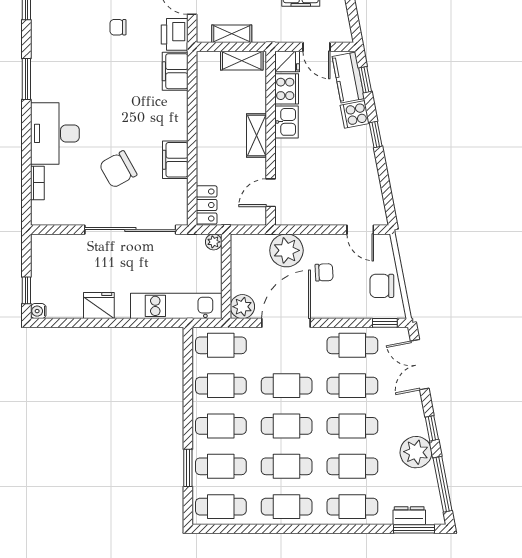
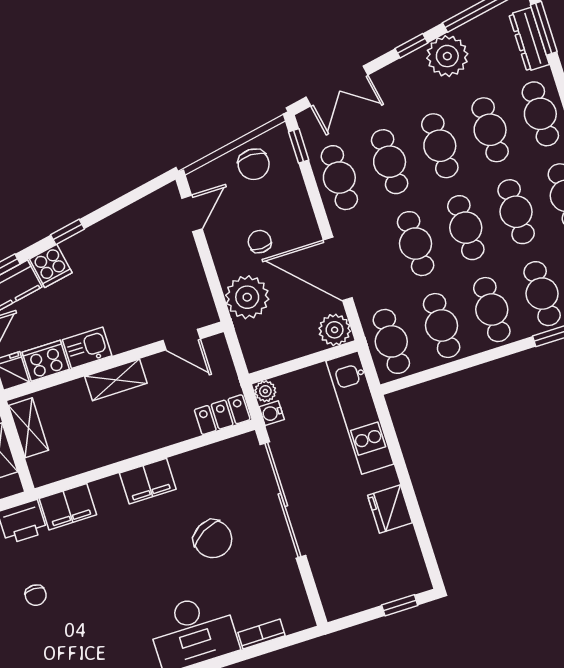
filing cabinet: (175, 160) -> (148, 481), moved
water cooler: (38, 311) -> (272, 413), moved, turned 90
dresser: (409, 516) -> (529, 39), width x1.44

